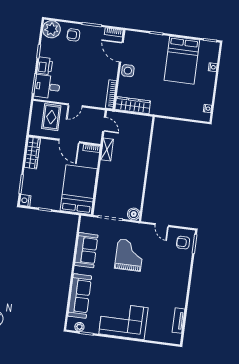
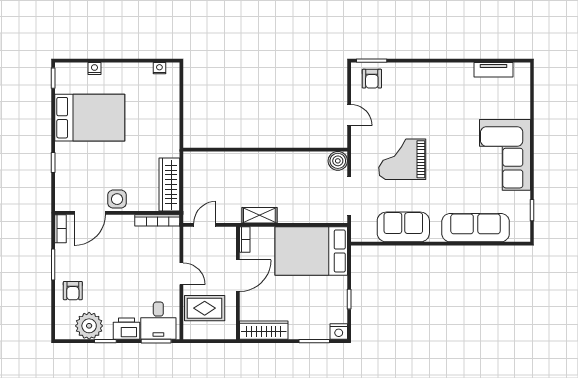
plant: (51, 29) -> (89, 326), moved
shelving: (107, 149) -> (259, 215), moved
door: (162, 225) -> (349, 115), hinge flipped
plant: (79, 327) -> (523, 222), removed

